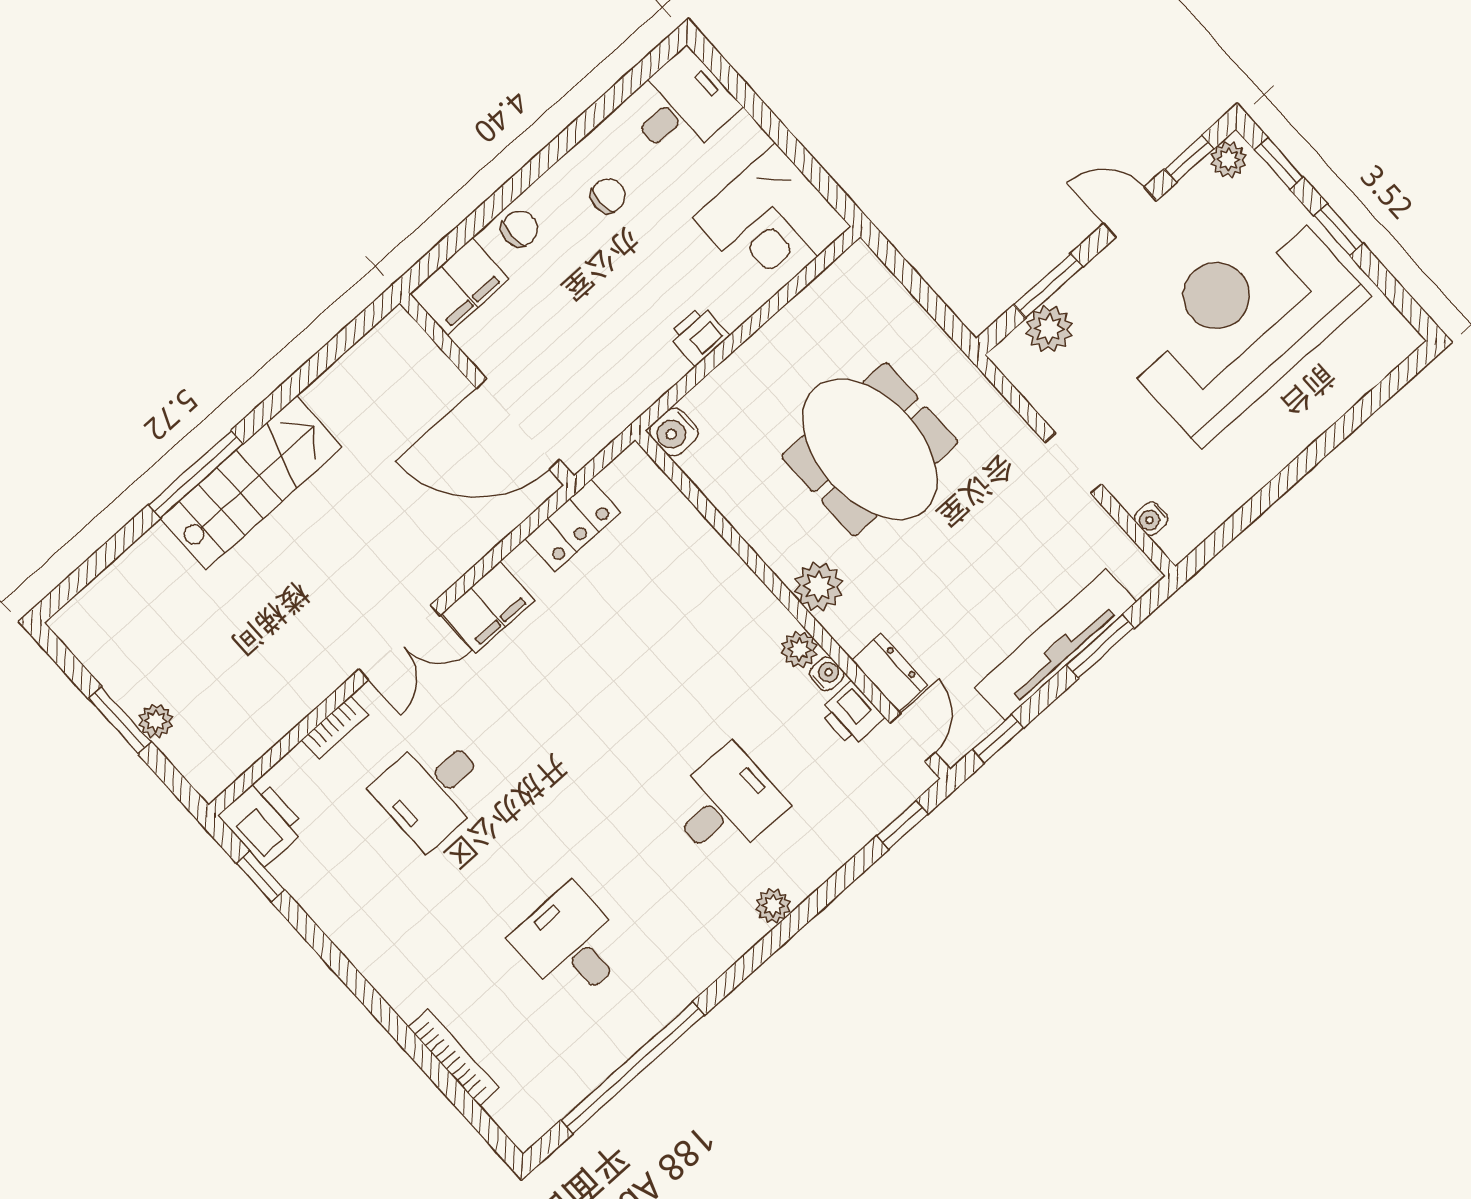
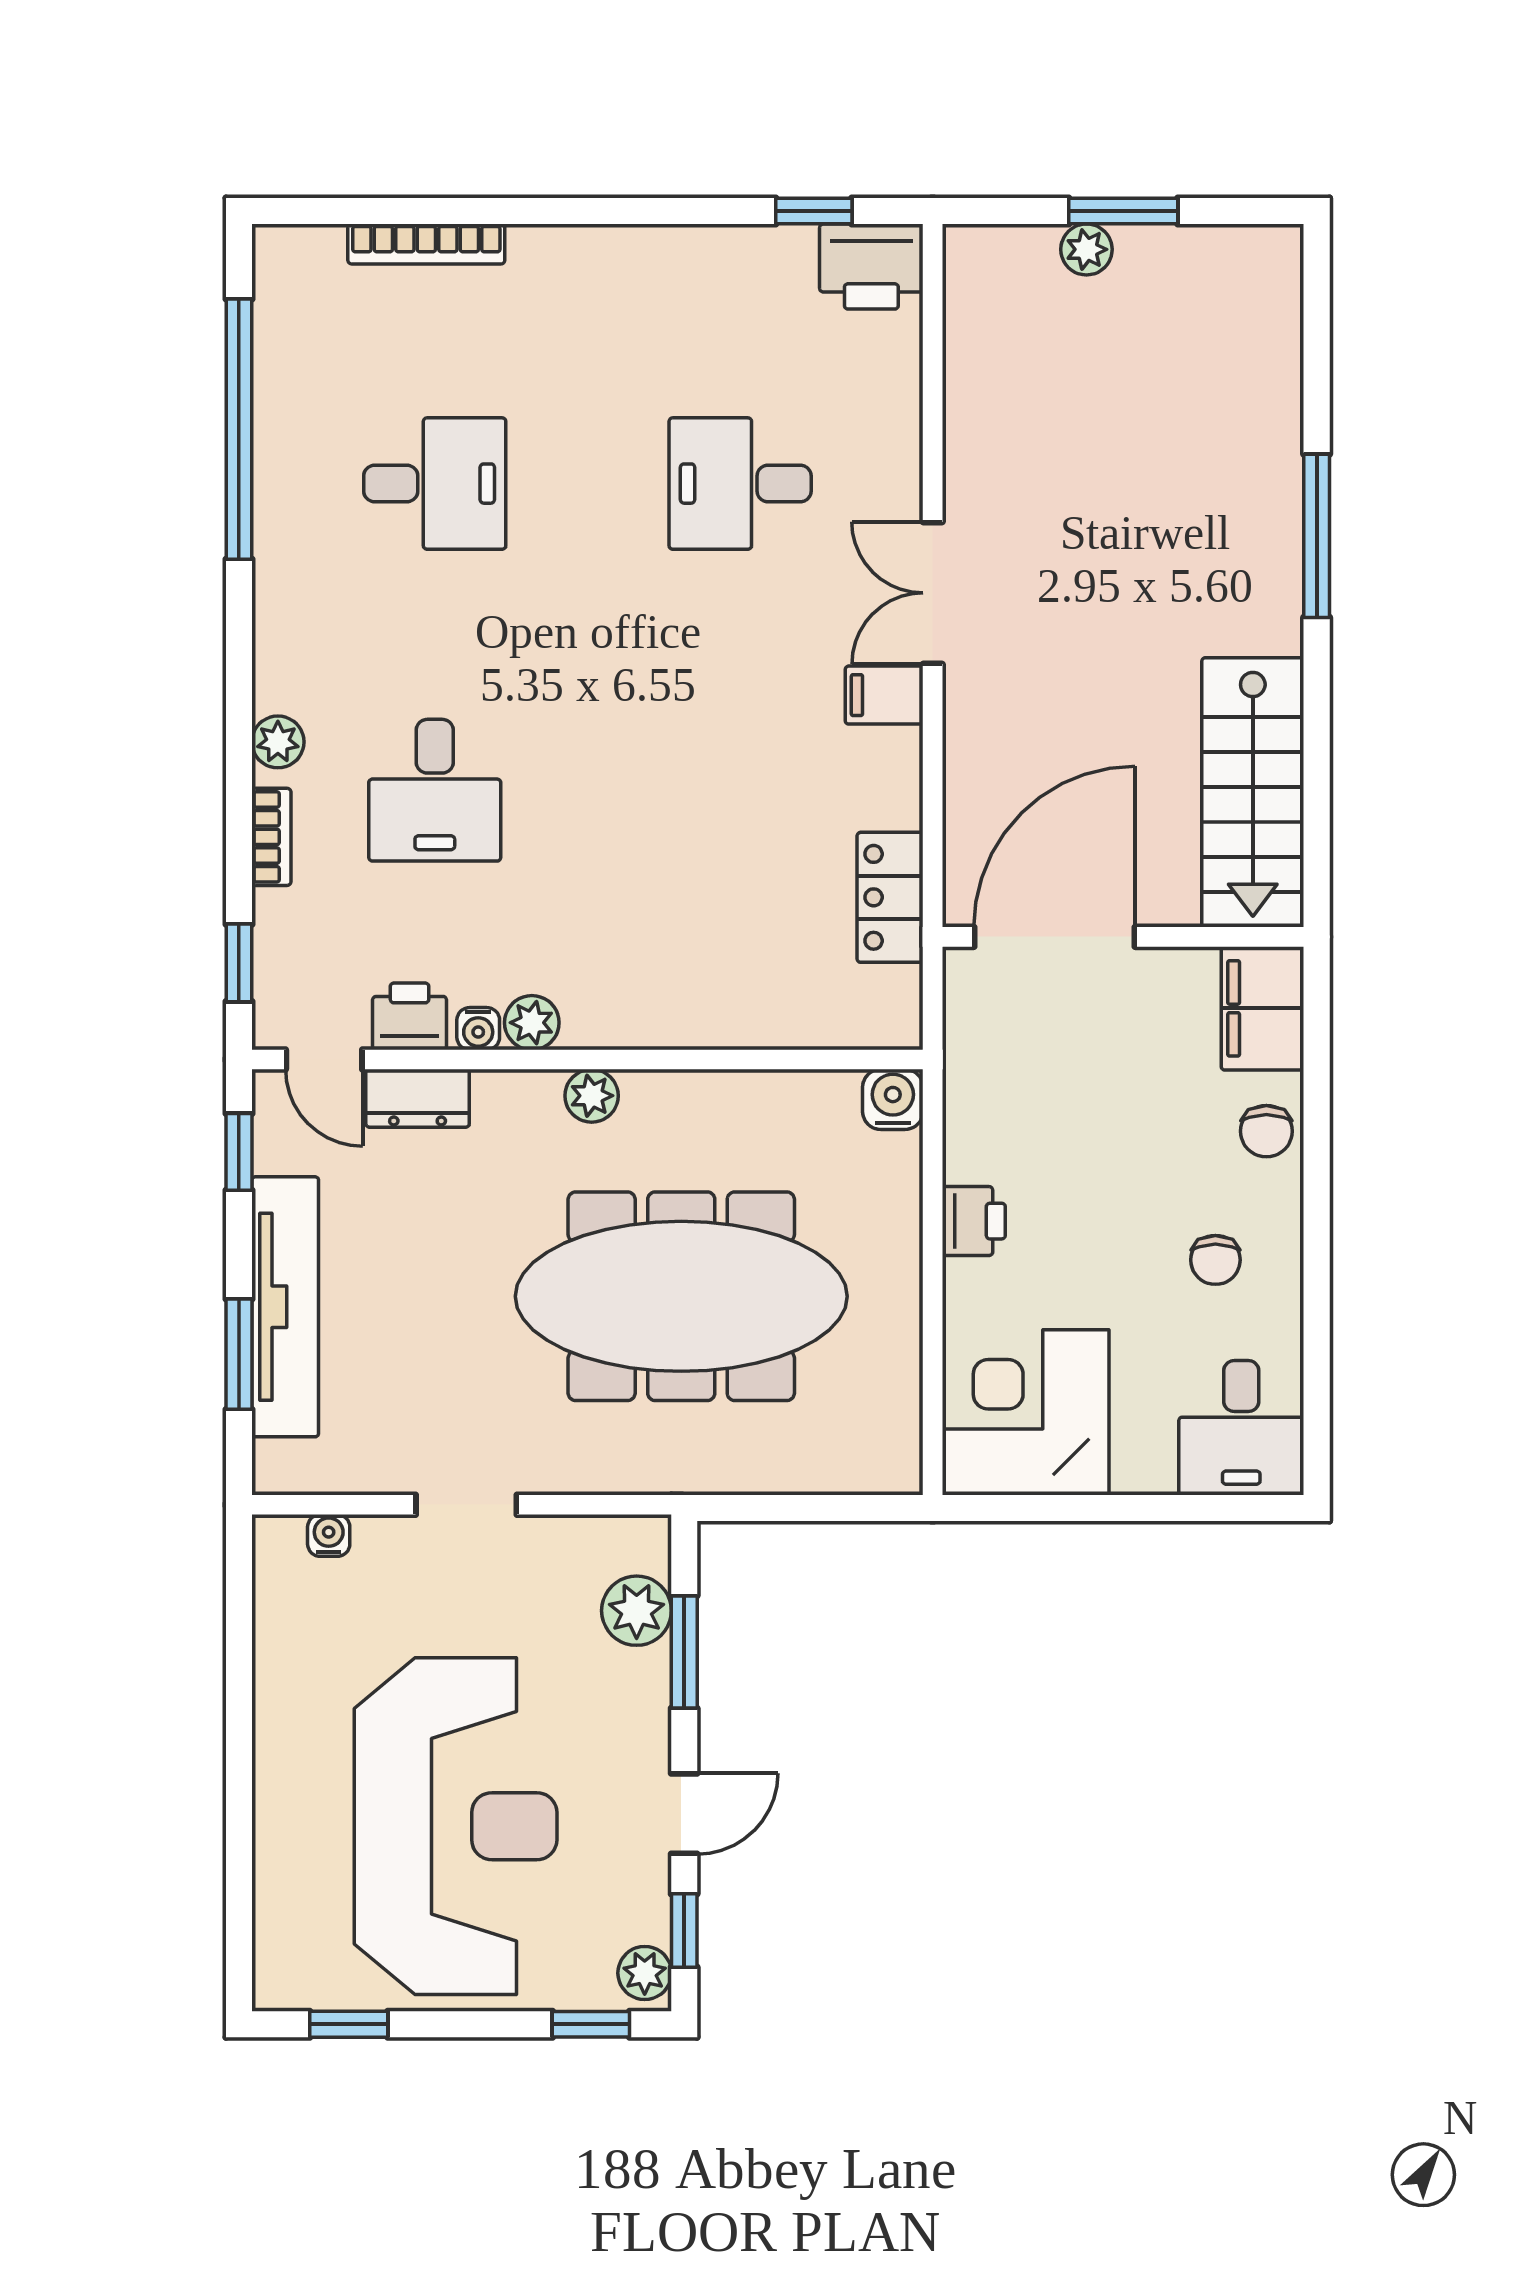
window: (1338, 229) -> (349, 2024), moved
meeting table: (870, 449) -> (681, 1296), width x1.36
stairs: (251, 483) -> (1253, 792), moved
plant: (819, 586) -> (592, 1096), width x0.73, depth x0.73
filing cabinet: (488, 607) -> (884, 695), width x0.50
bookcase: (335, 727) -> (271, 837), moved, turned 180
desk: (432, 790) -> (740, 484), turned -90

